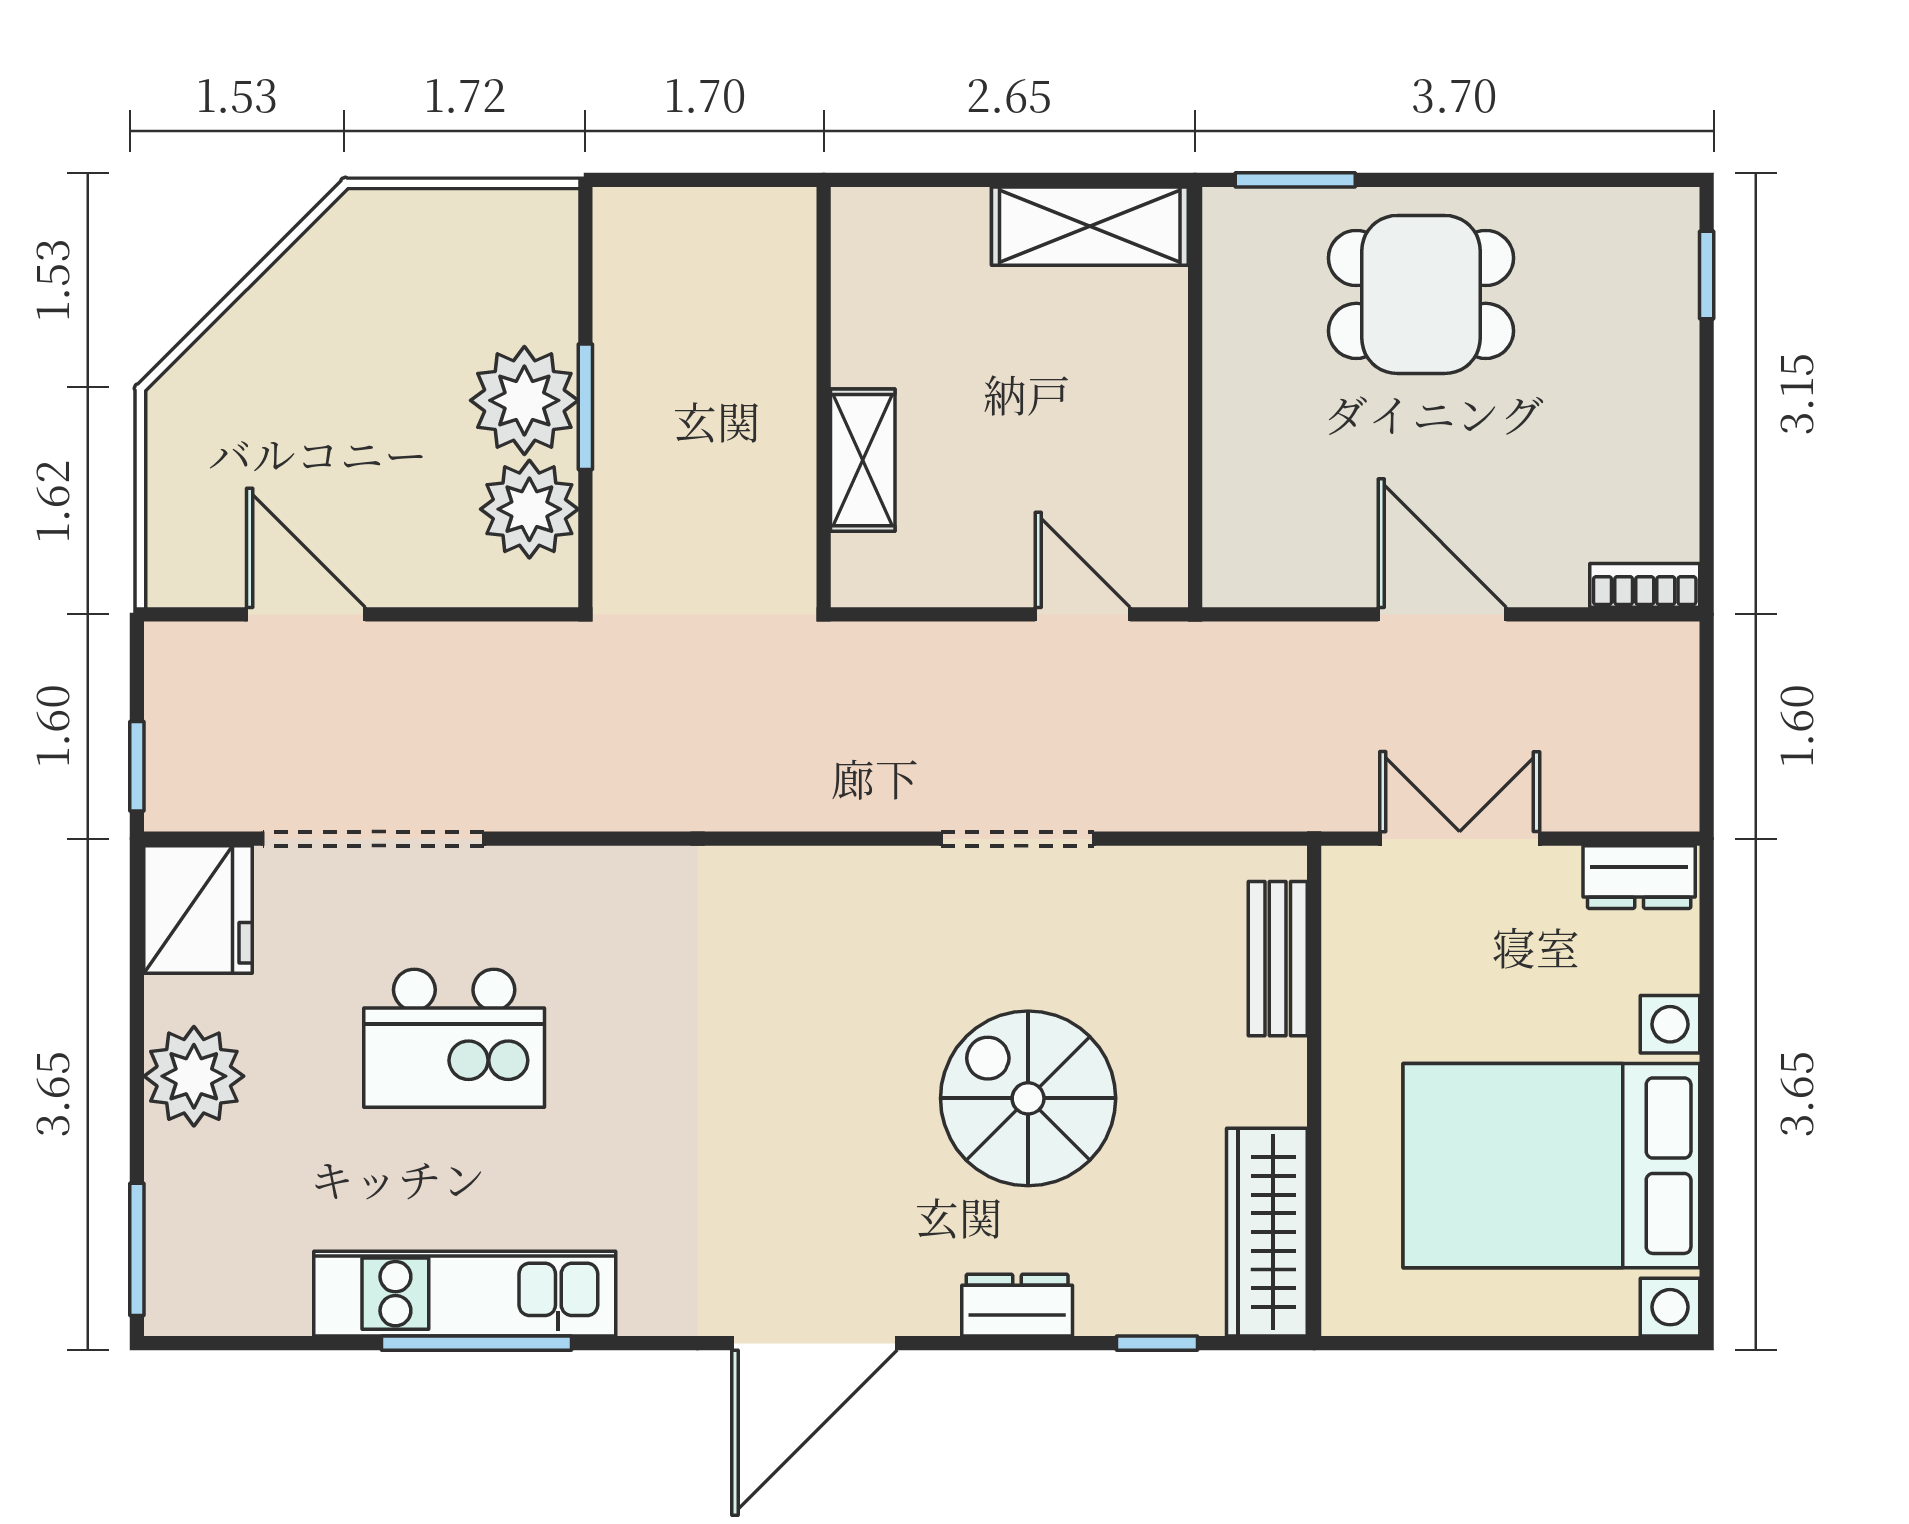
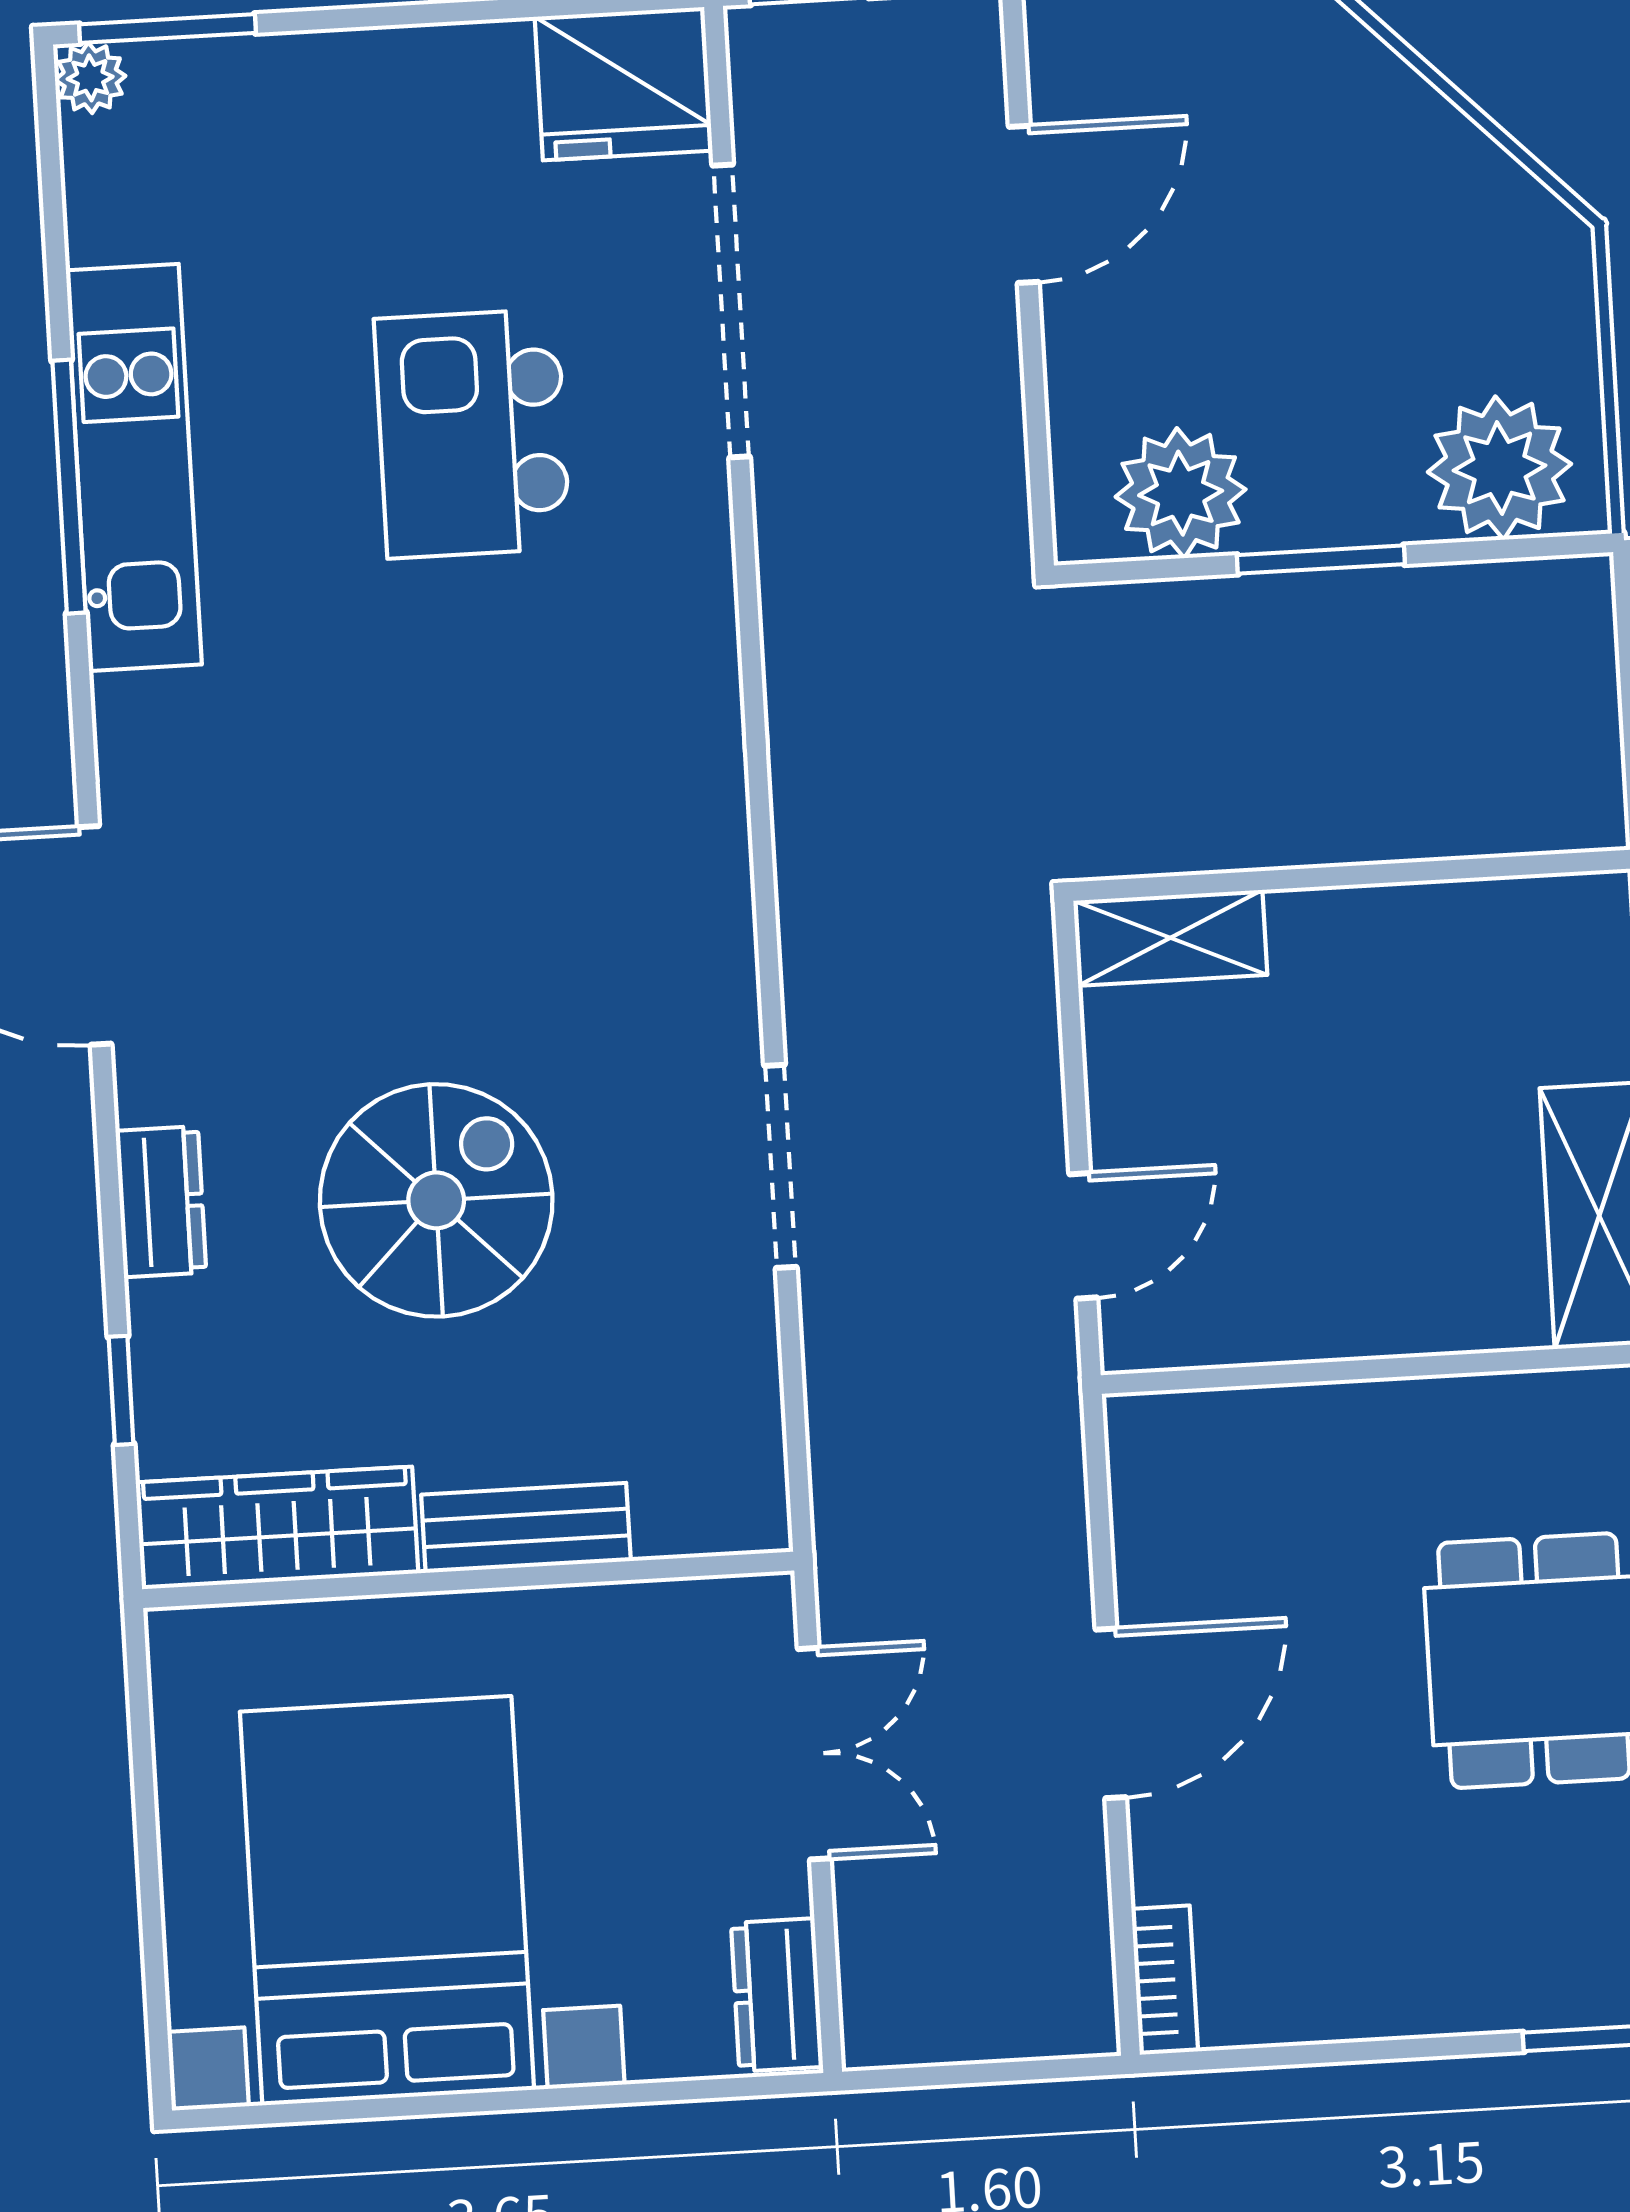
plant: (524, 400) -> (1500, 468), moved
shelving: (863, 460) -> (1170, 938), moved
bench: (1278, 959) -> (526, 1528), moved
plant: (194, 1076) -> (90, 78), moved, width x0.53, depth x0.53

